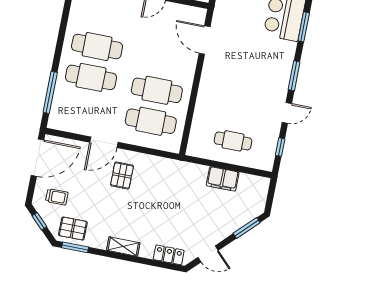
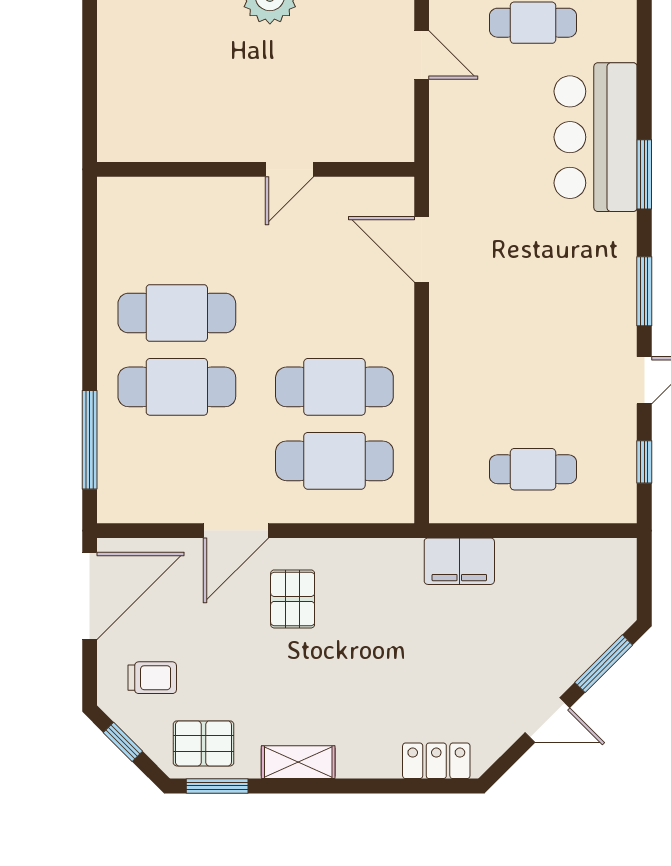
filing cabinet: (223, 179) -> (459, 561), moved
shelving: (123, 247) -> (298, 762), moved
door: (208, 254) -> (547, 720), moved

